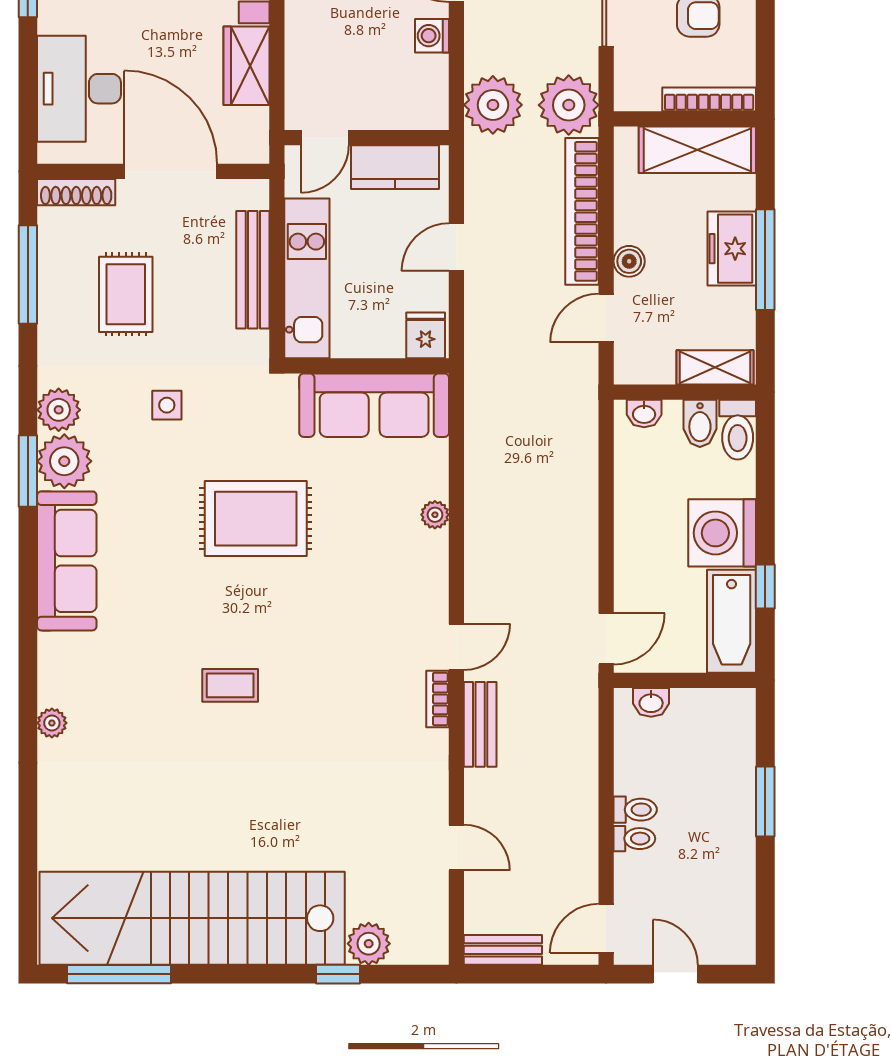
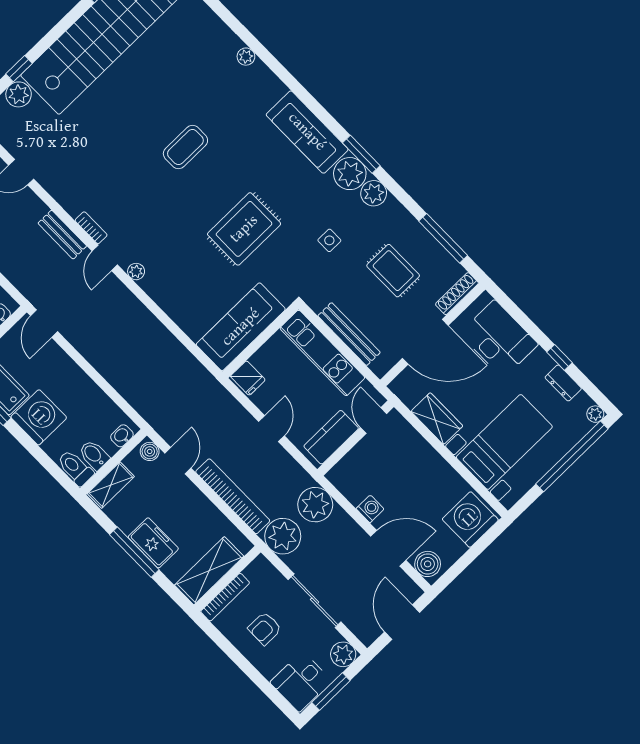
boiler: (629, 261) -> (150, 451), moved
plant: (435, 515) -> (136, 272), moved
coffee table: (230, 685) -> (185, 147), width x1.36, depth x1.30

